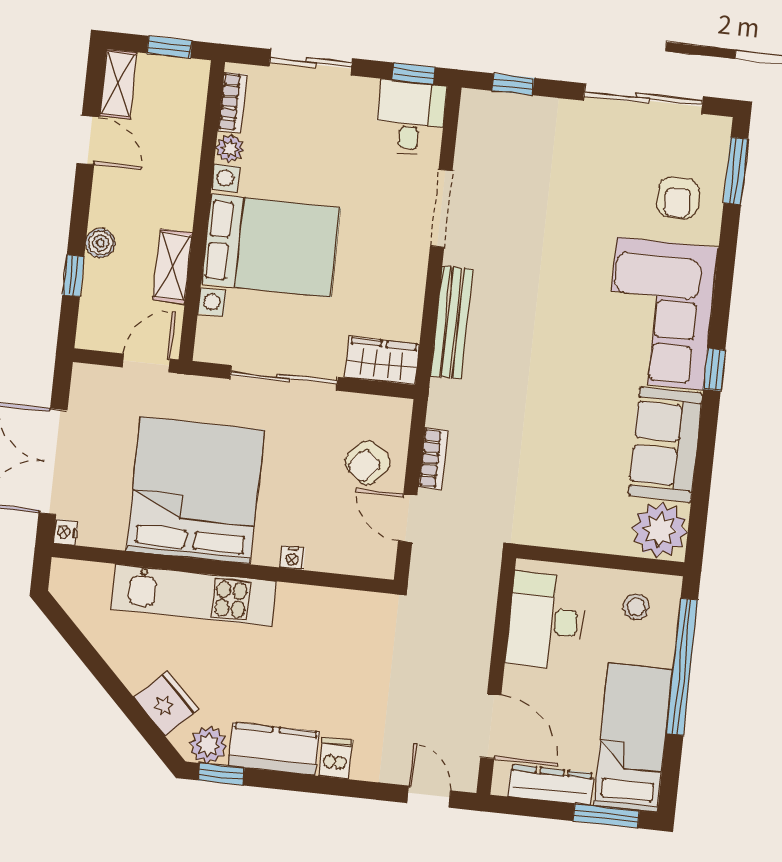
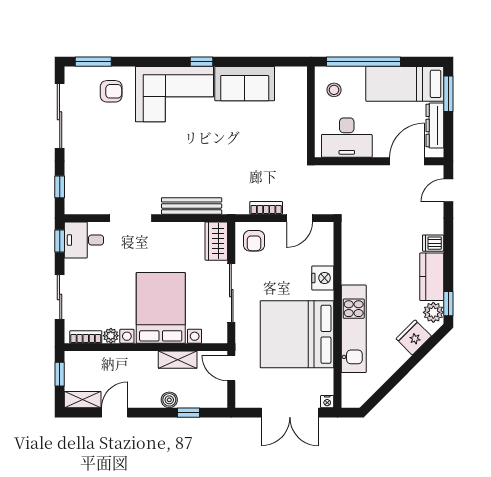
armchair: (367, 463) -> (254, 241), moved, turned 50
plant: (660, 530) -> (291, 82), removed
nightstand: (292, 558) -> (323, 278), width x1.89, depth x1.79

